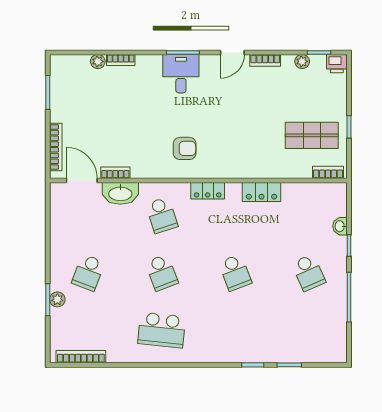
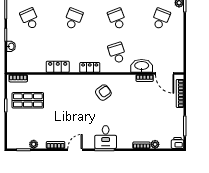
printer: (337, 64) -> (178, 143), moved
armchair: (185, 148) -> (103, 93), turned 144
school desk: (235, 273) -> (73, 19), turned 42

